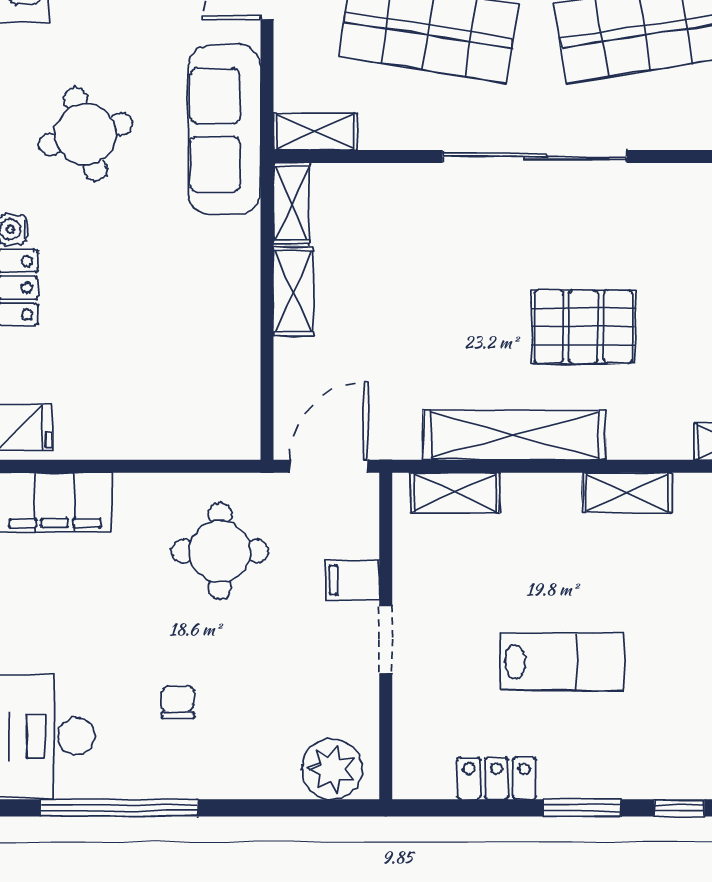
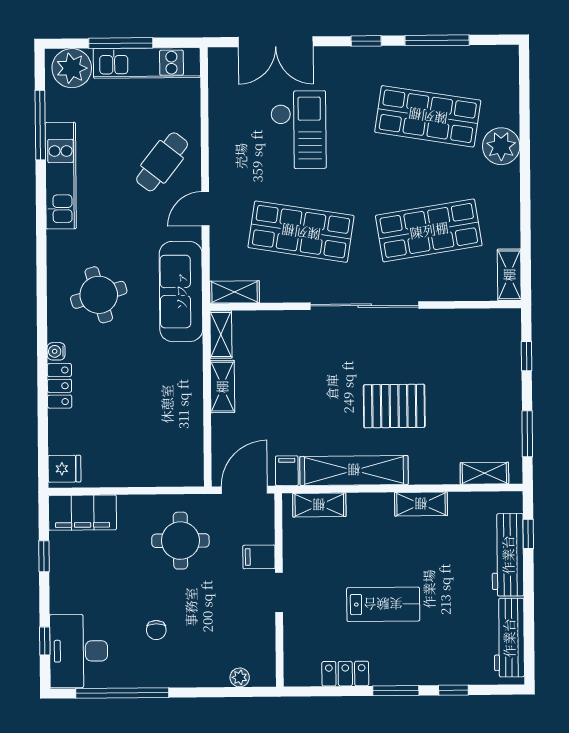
filing cabinet: (401, 435) -> (287, 471), added
chair: (178, 702) -> (156, 630), turned 180
plant: (332, 769) -> (240, 677), width x0.53, depth x0.53

